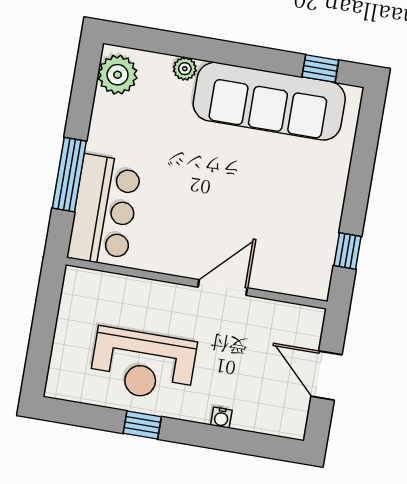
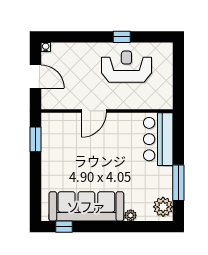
window: (69, 175) -> (178, 183), moved
window: (348, 251) -> (35, 139), width x1.50
water cooler: (221, 418) -> (46, 47), moved

